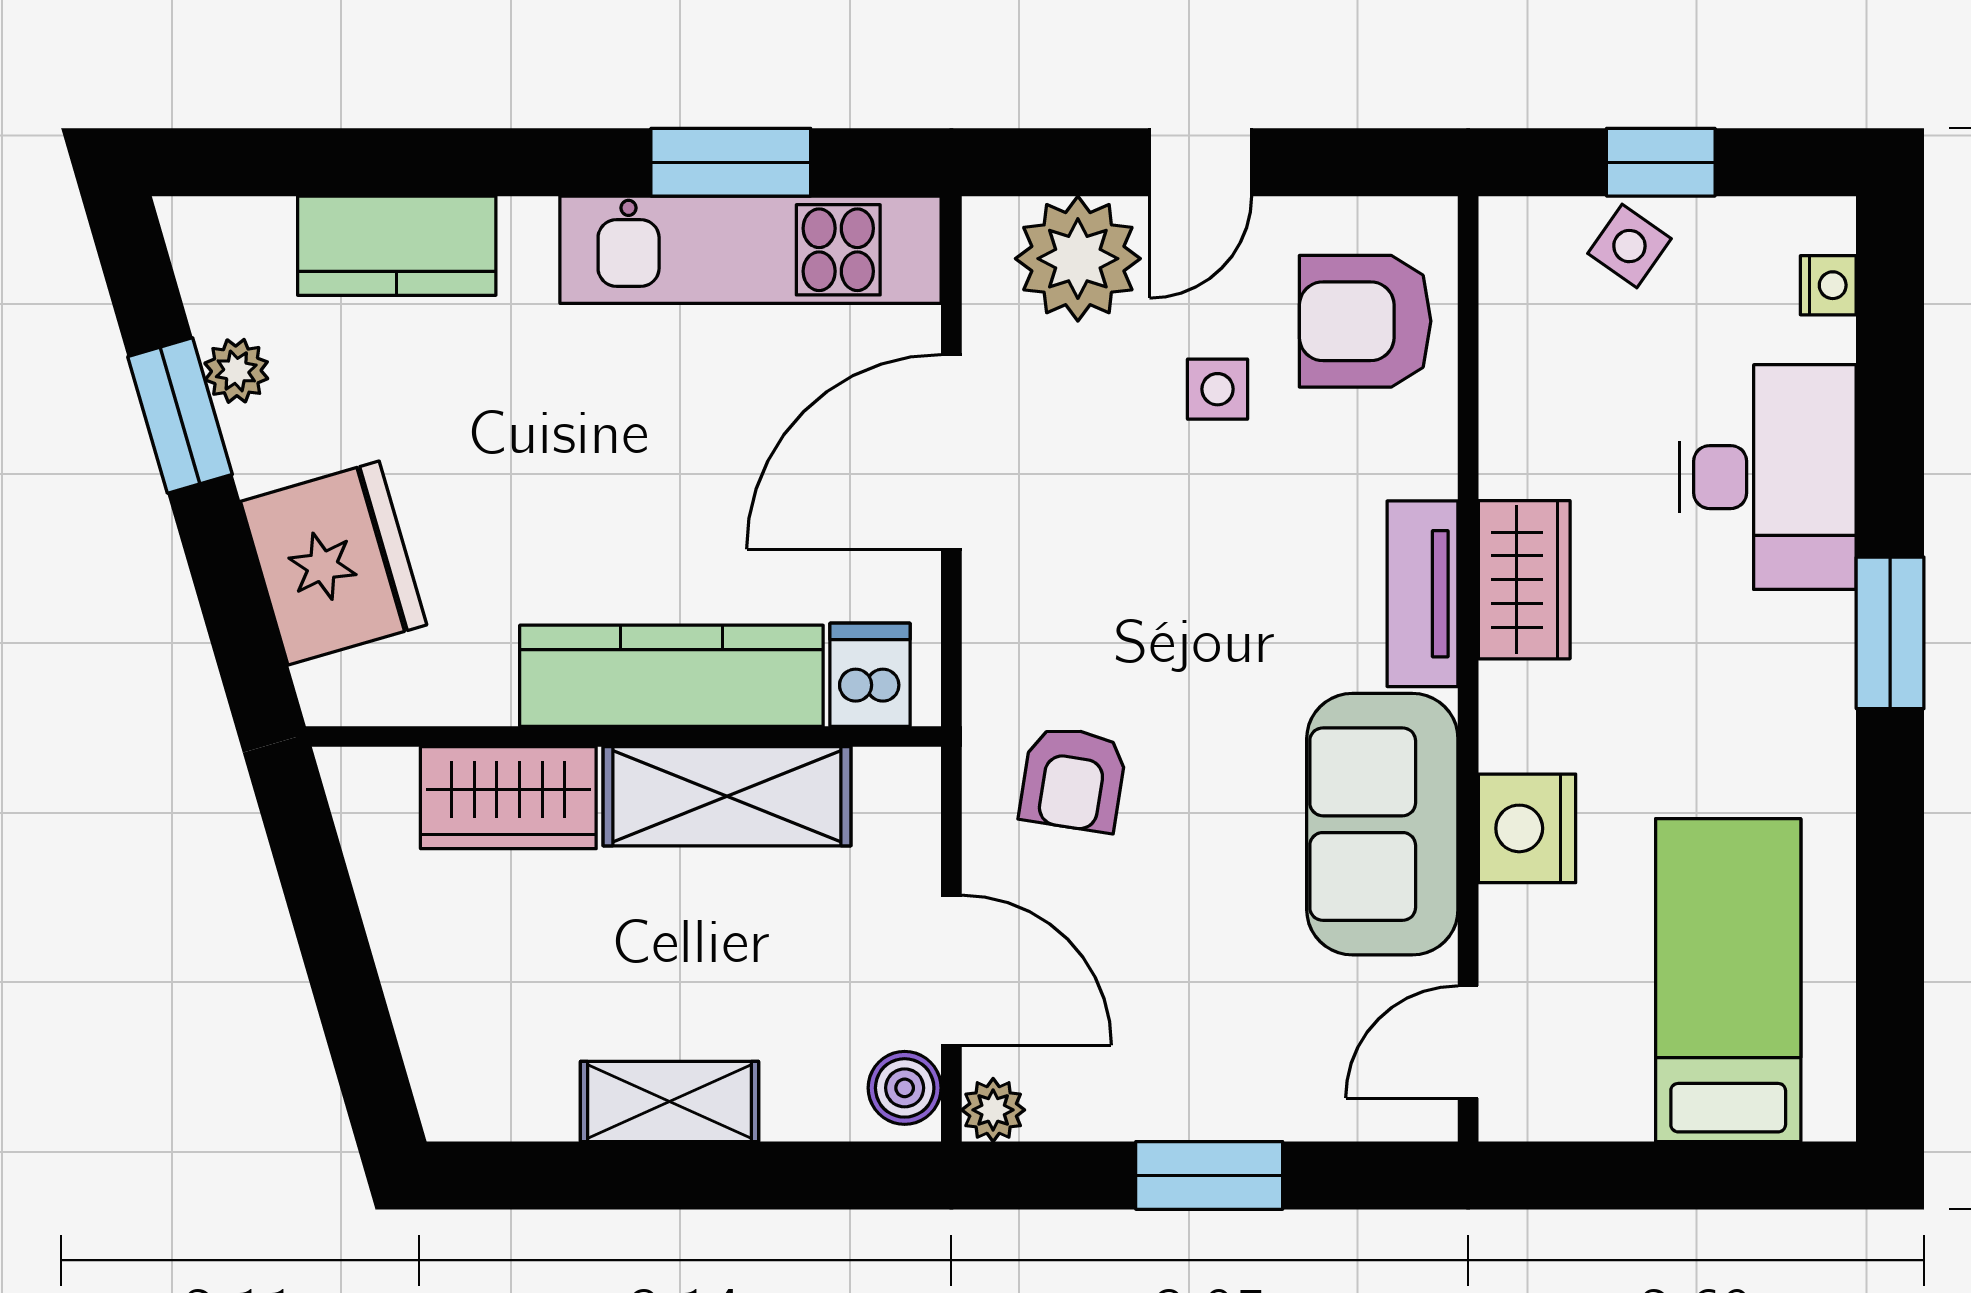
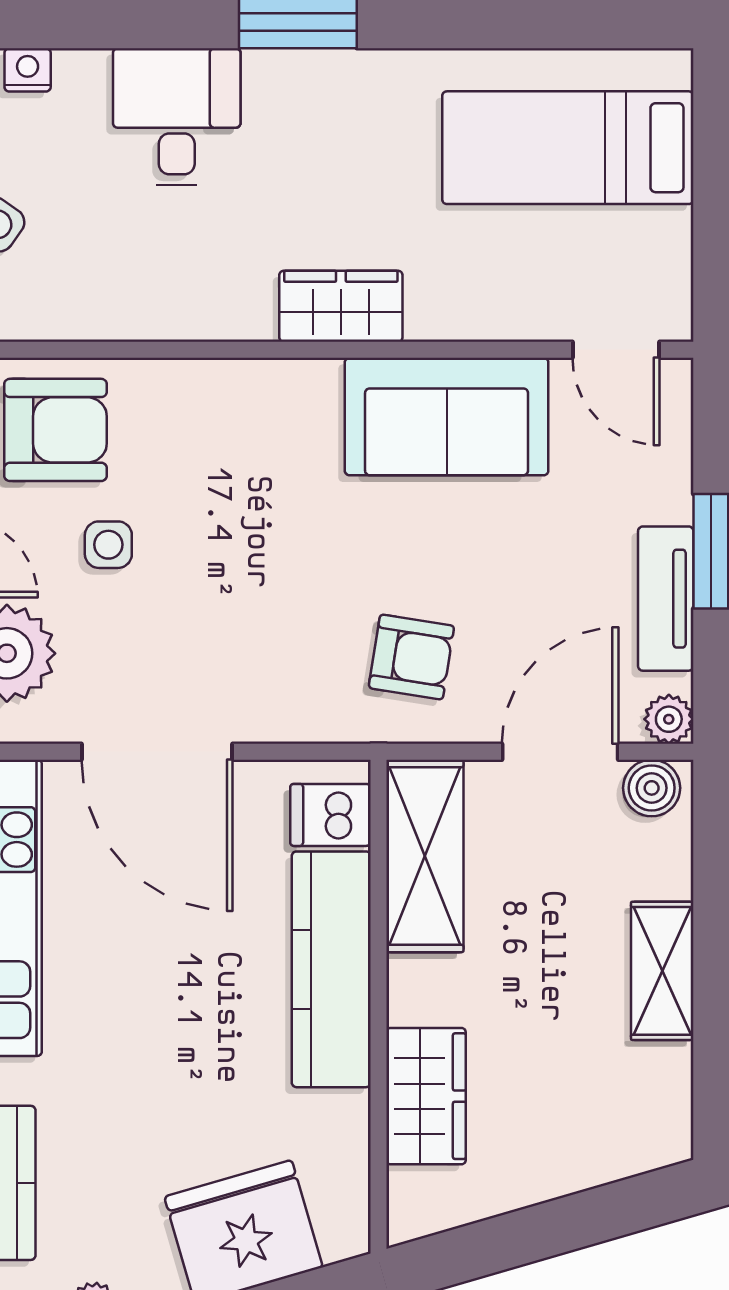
armchair: (1365, 321) -> (56, 430), turned -90
desk: (1768, 477) -> (177, 117), width x0.73
wardrobe: (1524, 580) -> (341, 306), moved
tv unit: (1423, 594) -> (666, 599), moved, turned 90
shelving: (727, 796) -> (425, 856), moved
nightstand: (1527, 828) -> (450, 304), removed

